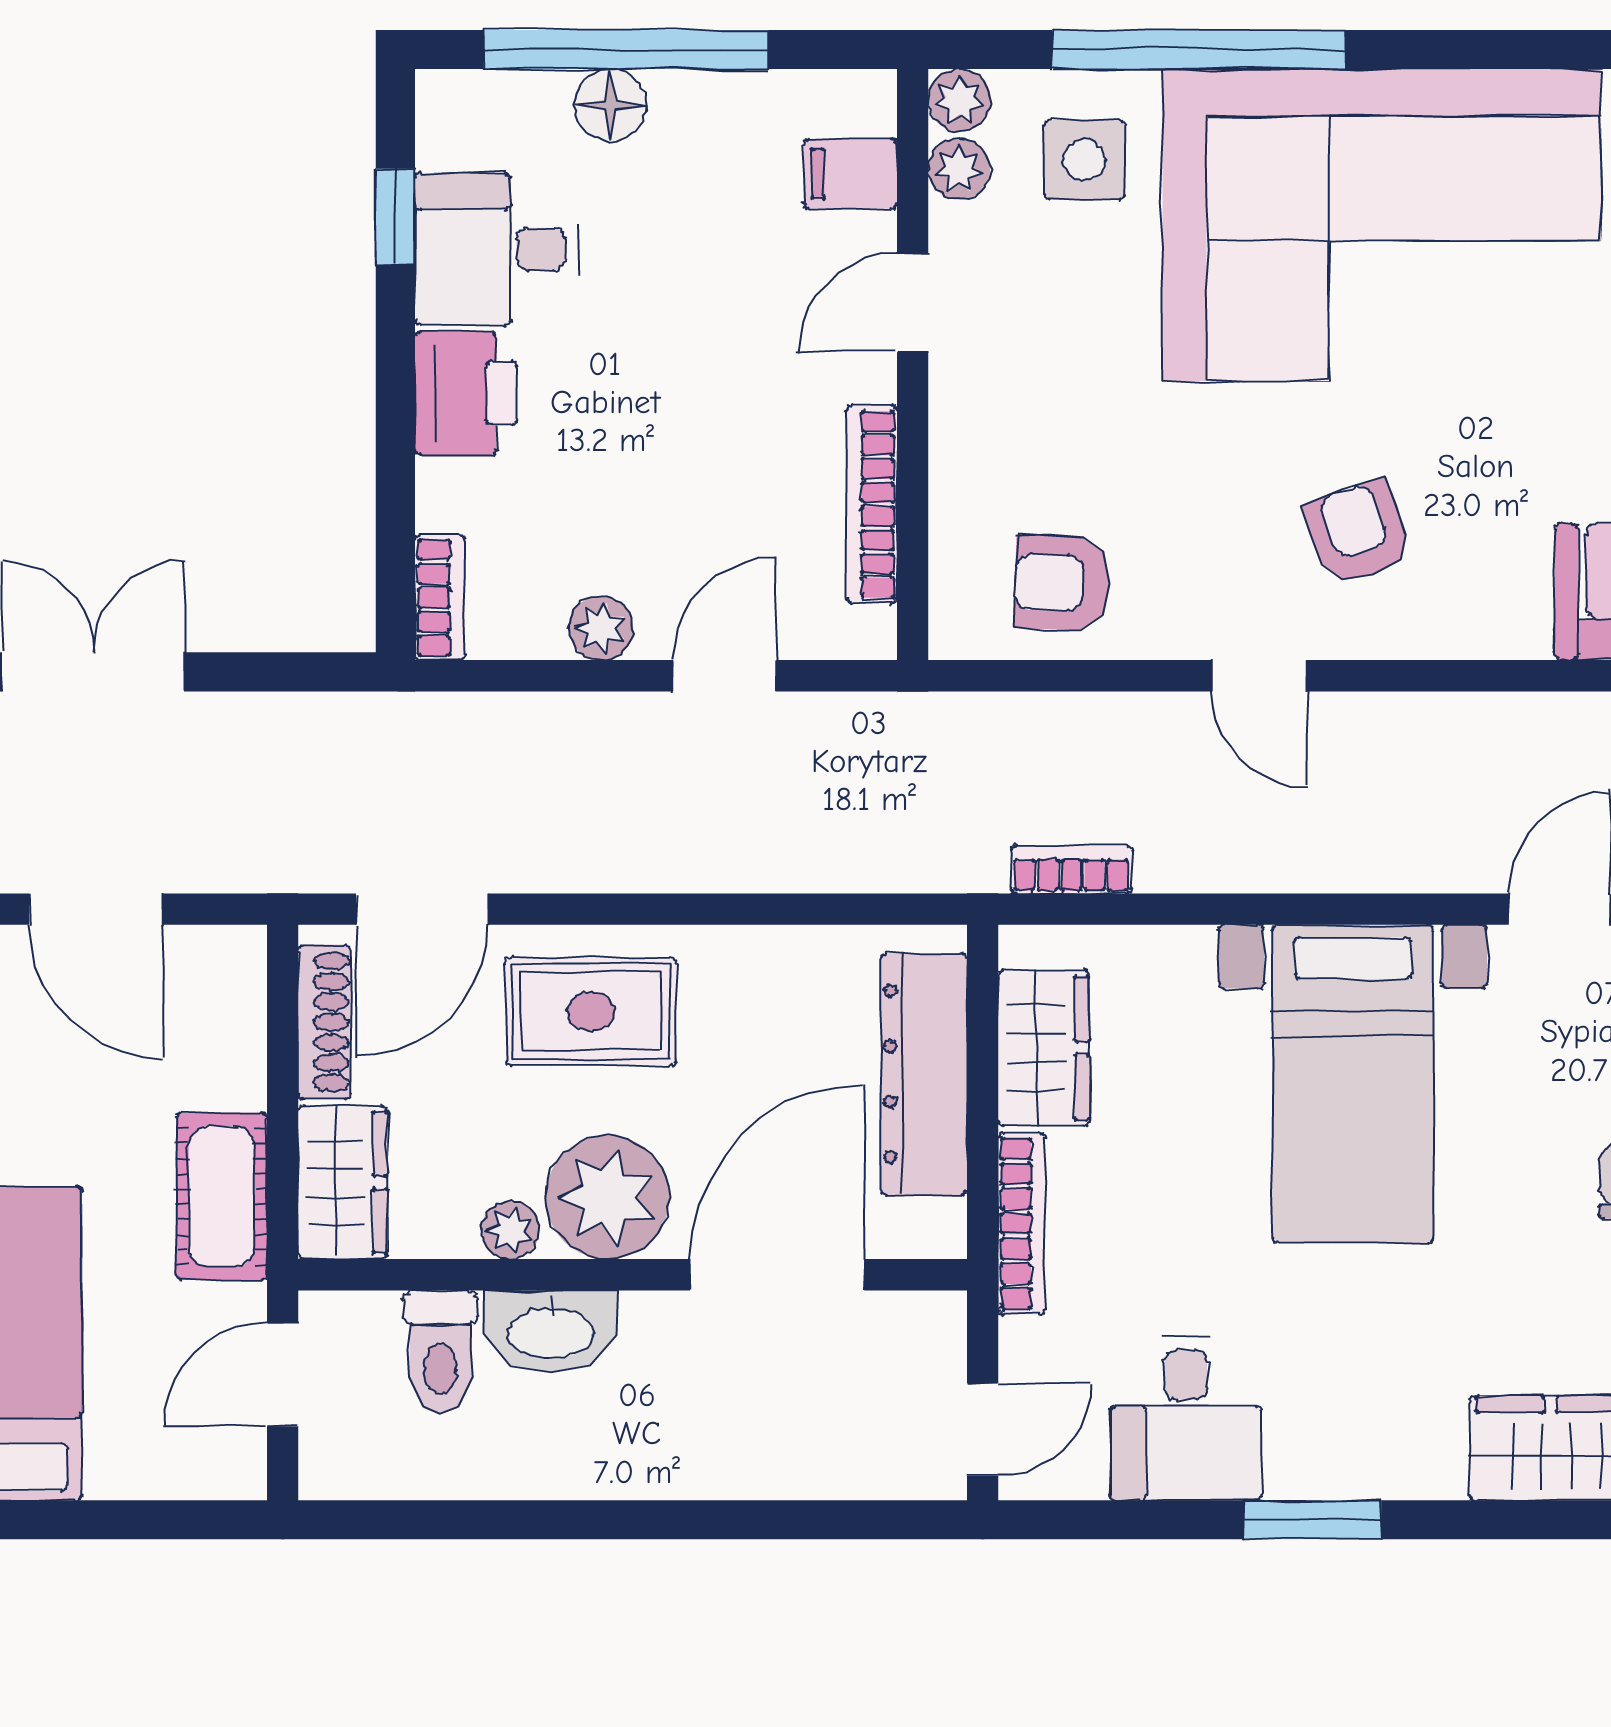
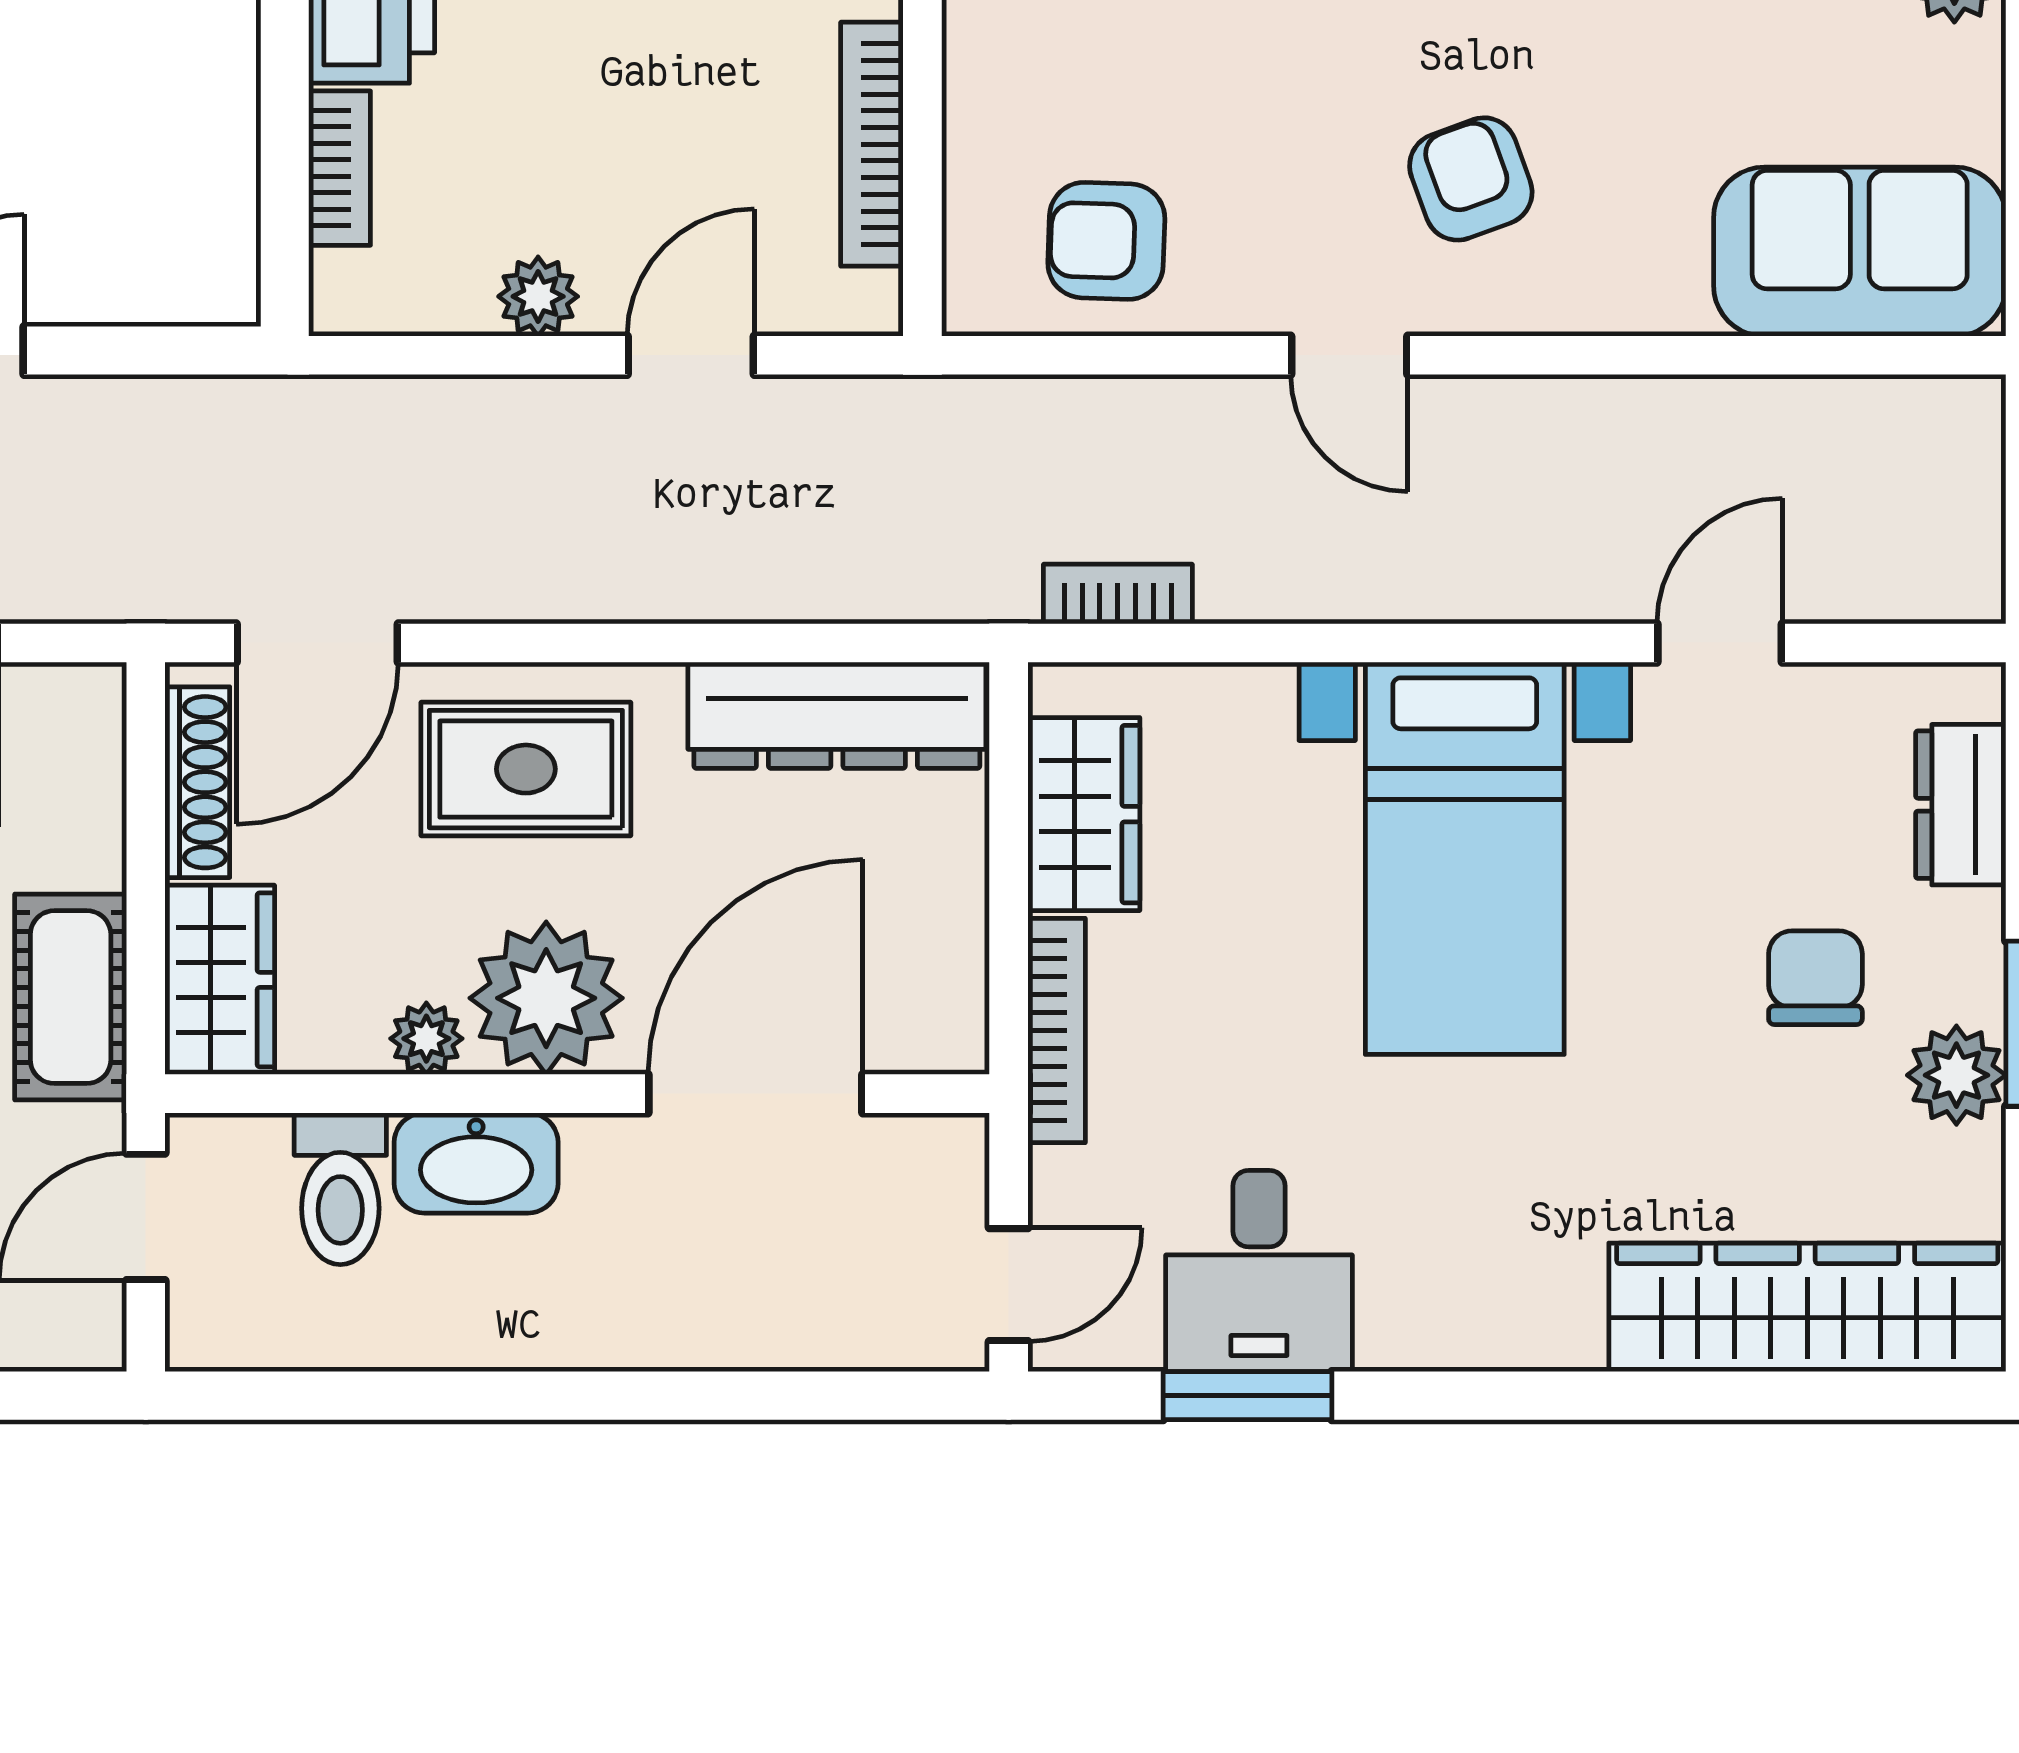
bookcase: (440, 598) -> (340, 168), moved
dresser: (924, 1074) -> (837, 715), moved, turned -90
window: (1313, 1520) -> (1248, 1396), moved

